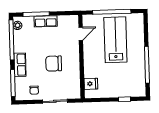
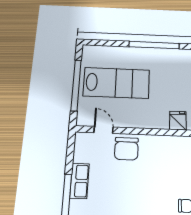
lab bench: (115, 40) -> (116, 83), turned 180
chair: (54, 64) -> (126, 149), moved

